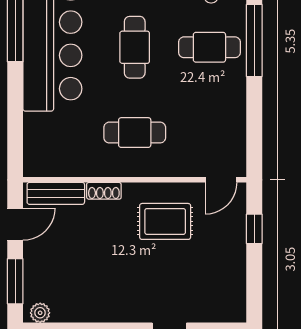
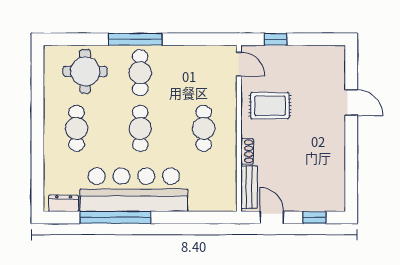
cafe table: (135, 47) -> (140, 128), turned 90
rug: (165, 221) -> (270, 106), turned 90
window: (15, 281) -> (315, 217), width x0.67
plant: (40, 313) -> (338, 199), removed

